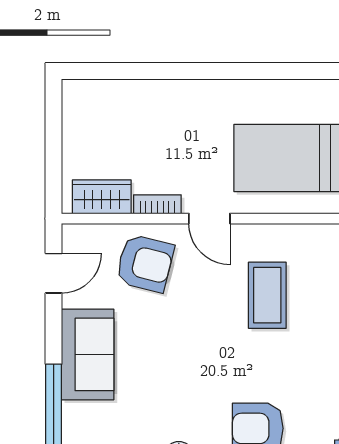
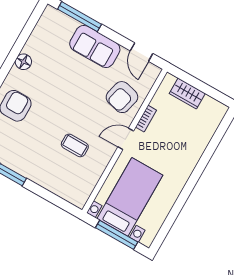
wardrobe: (102, 197) -> (187, 94), moved, turned 90
coffee table: (267, 295) -> (75, 145), width x0.73, depth x0.77

